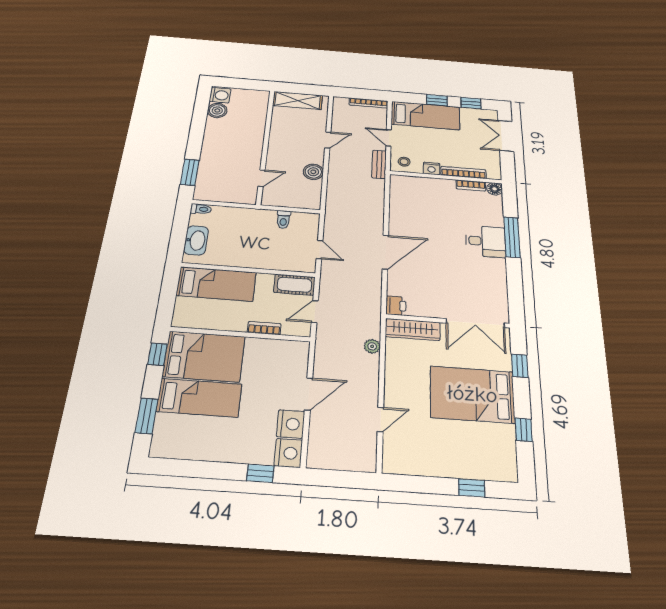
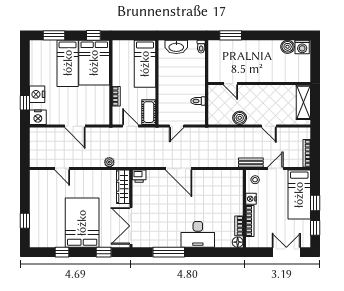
window: (512, 237) -> (169, 252), moved
desk: (486, 241) -> (198, 234), width x1.37
nightstand: (291, 424) -> (37, 94), moved, turned 90

